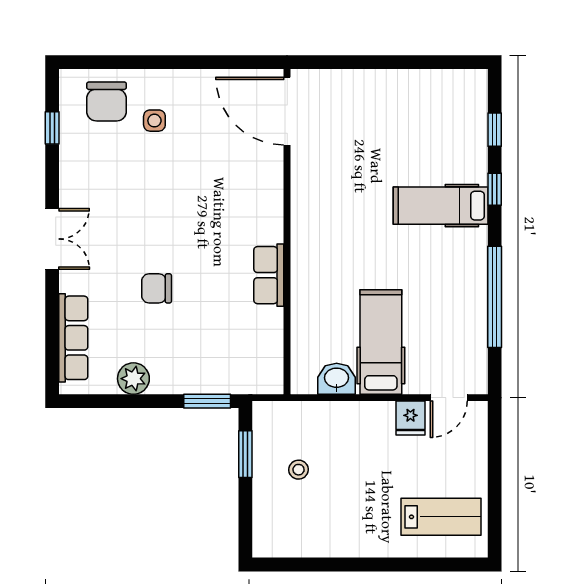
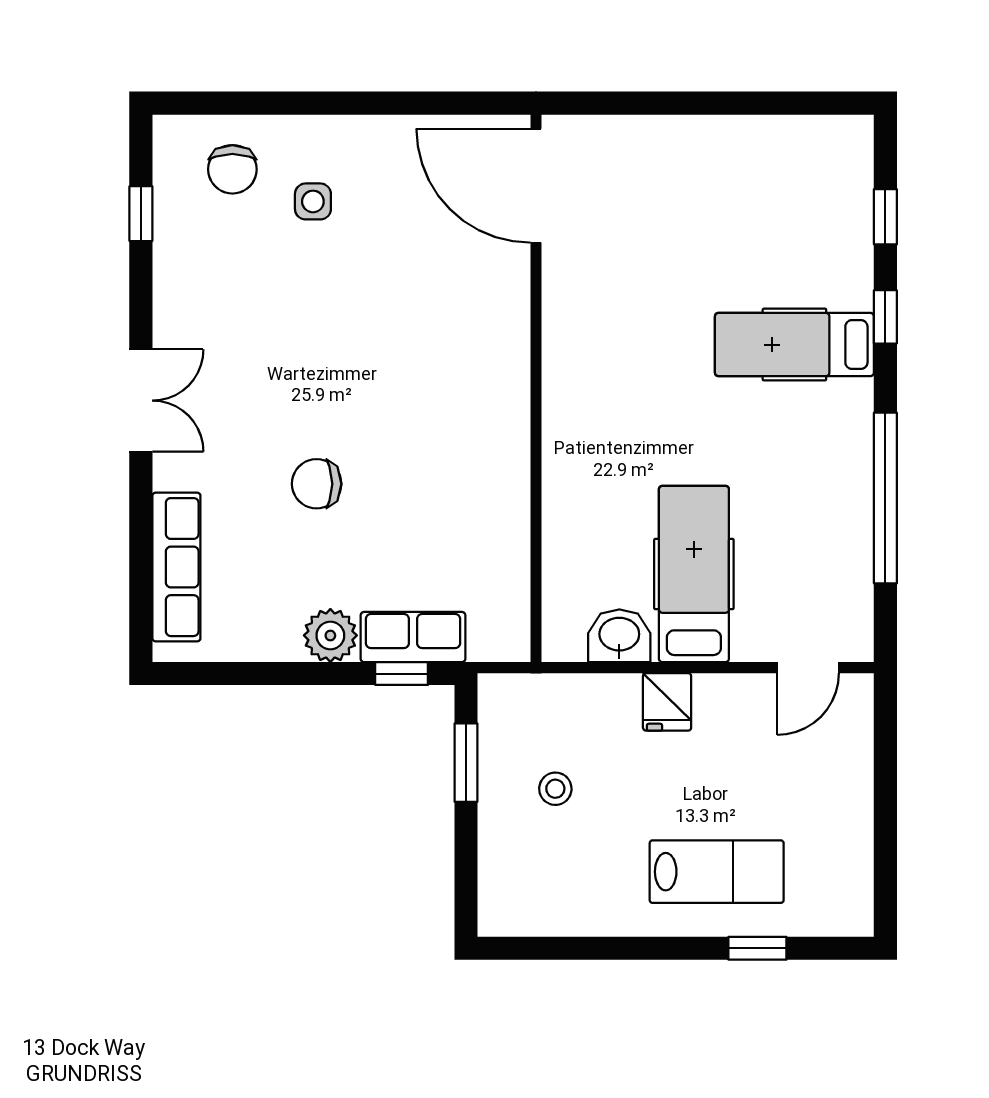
chair: (107, 101) -> (232, 169), width x0.73, depth x0.73
row of seats: (269, 275) -> (413, 637), moved, turned 90
plant: (133, 379) -> (330, 635), moved
window: (207, 401) -> (402, 674), width x0.67
fridge: (410, 418) -> (667, 702), moved
lab bench: (441, 517) -> (717, 872), moved
window: (419, 564) -> (757, 948), added

